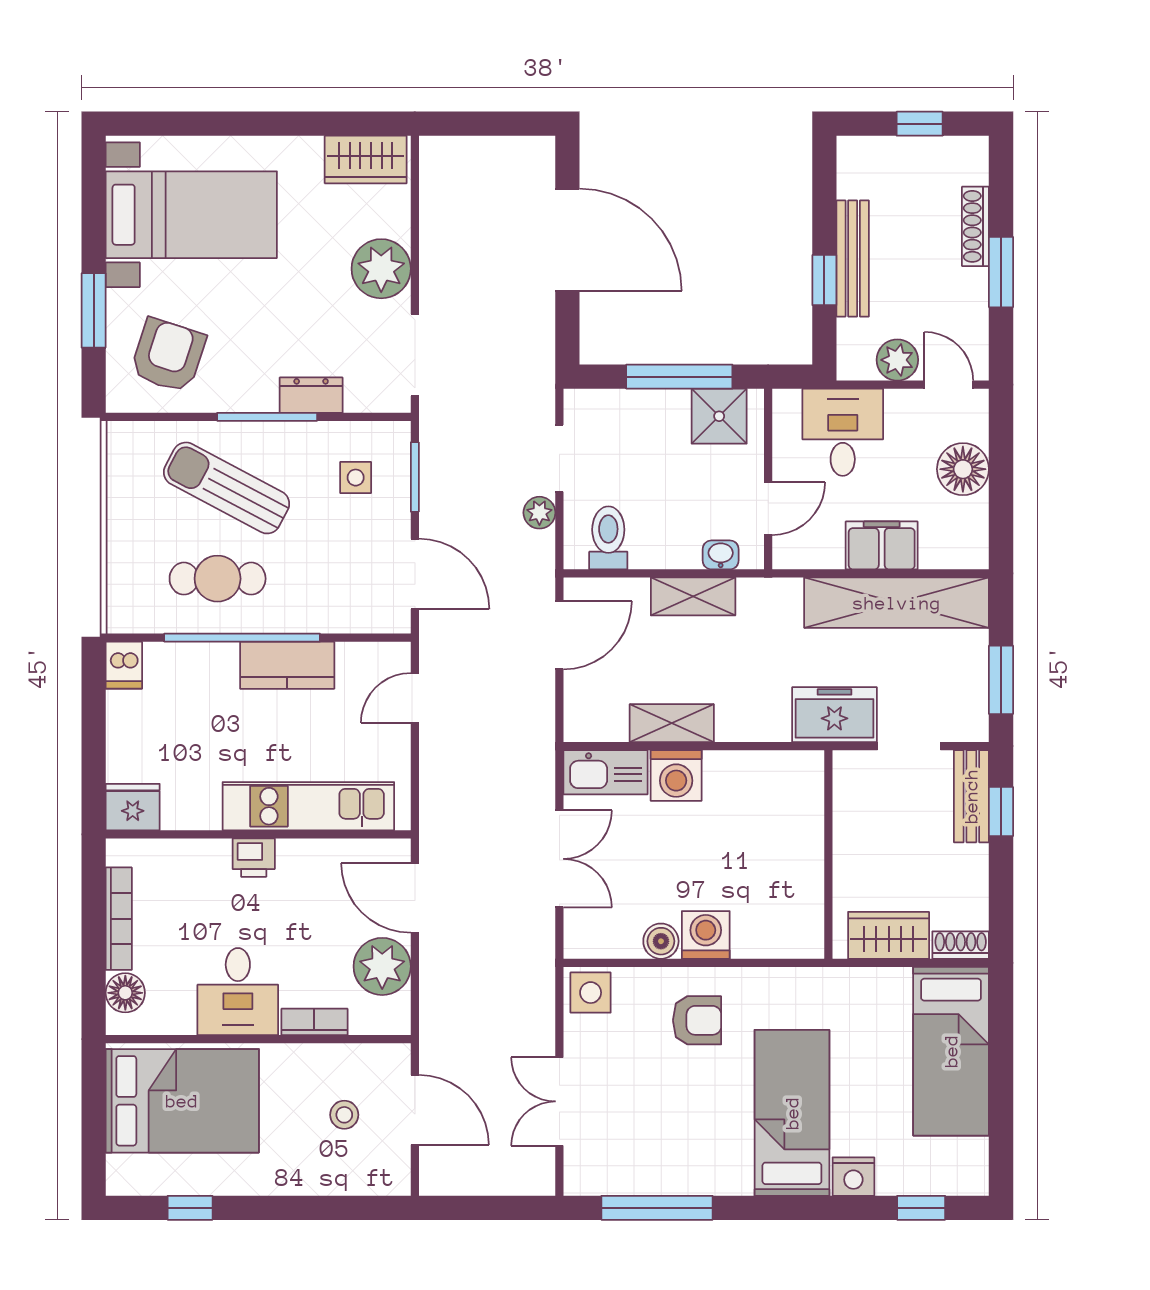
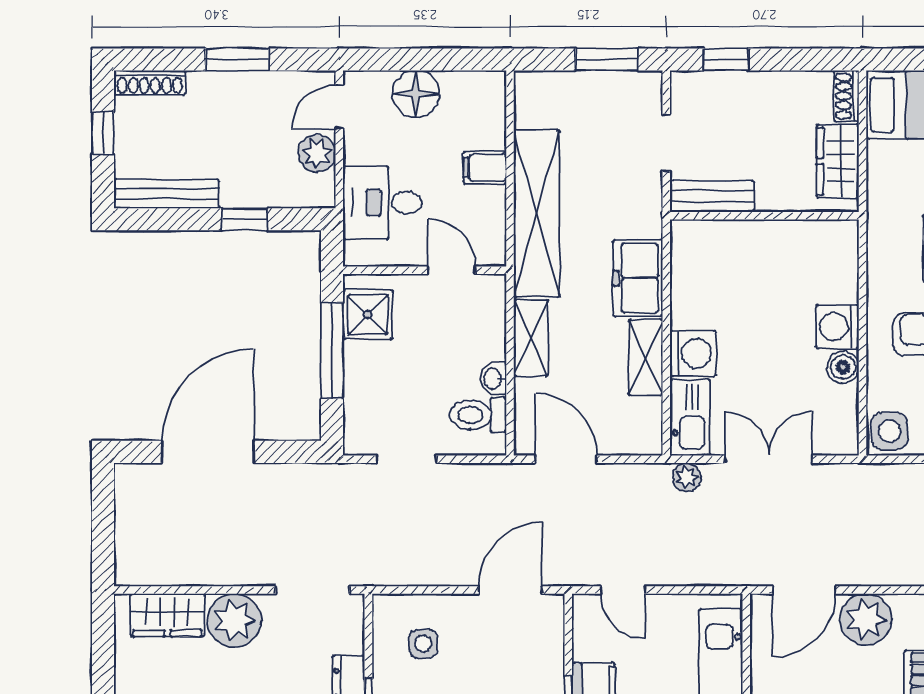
wardrobe: (366, 160) -> (168, 615), moved, turned 90
shoe rack: (975, 226) -> (150, 83), moved
bench: (853, 258) -> (167, 194), moved
window: (415, 477) -> (423, 590), removed
plant: (539, 513) -> (687, 477), moved
filing cabinet: (882, 545) -> (485, 167), width x0.50
washbasin: (721, 555) -> (493, 378), moved
shelving: (897, 603) -> (537, 213), moved
freezer: (834, 715) -> (638, 278), moved
bench: (971, 796) -> (712, 196), moved

